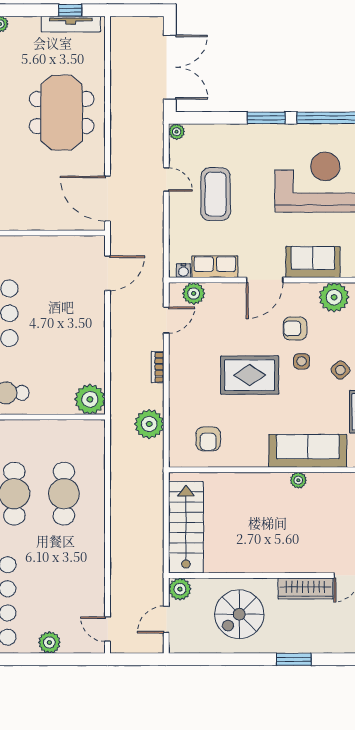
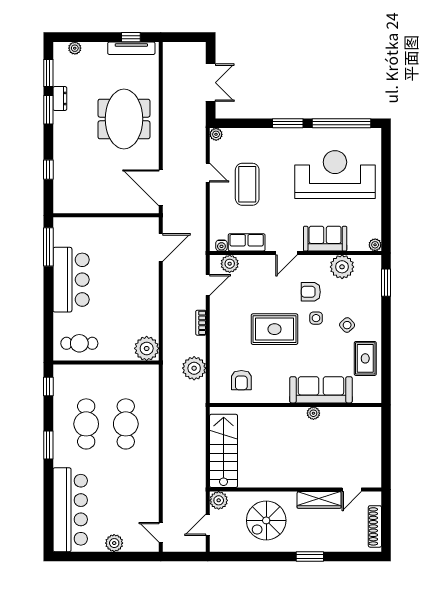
double door: (170, 67) -> (211, 83), width x0.73
door: (265, 280) -> (287, 253), width x0.73

